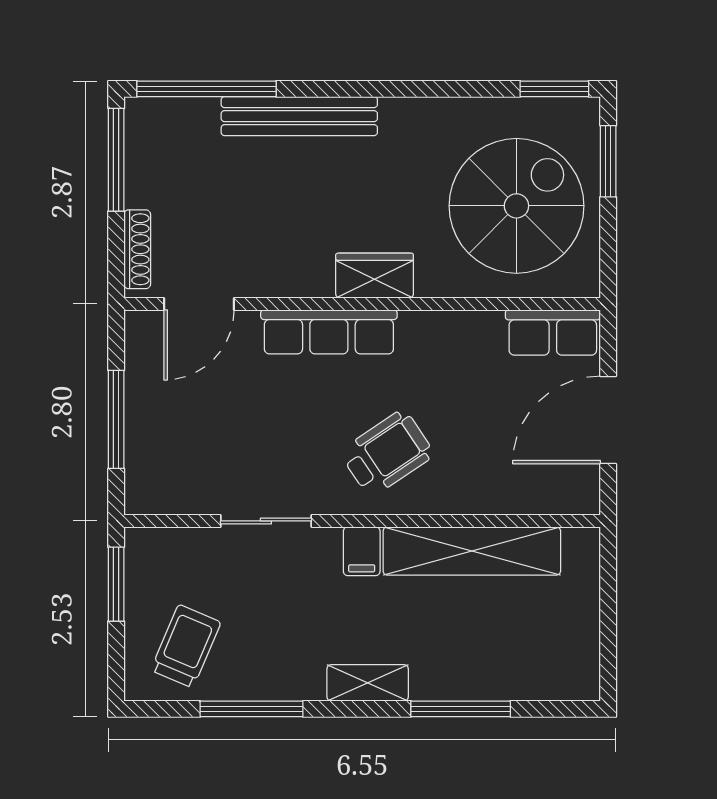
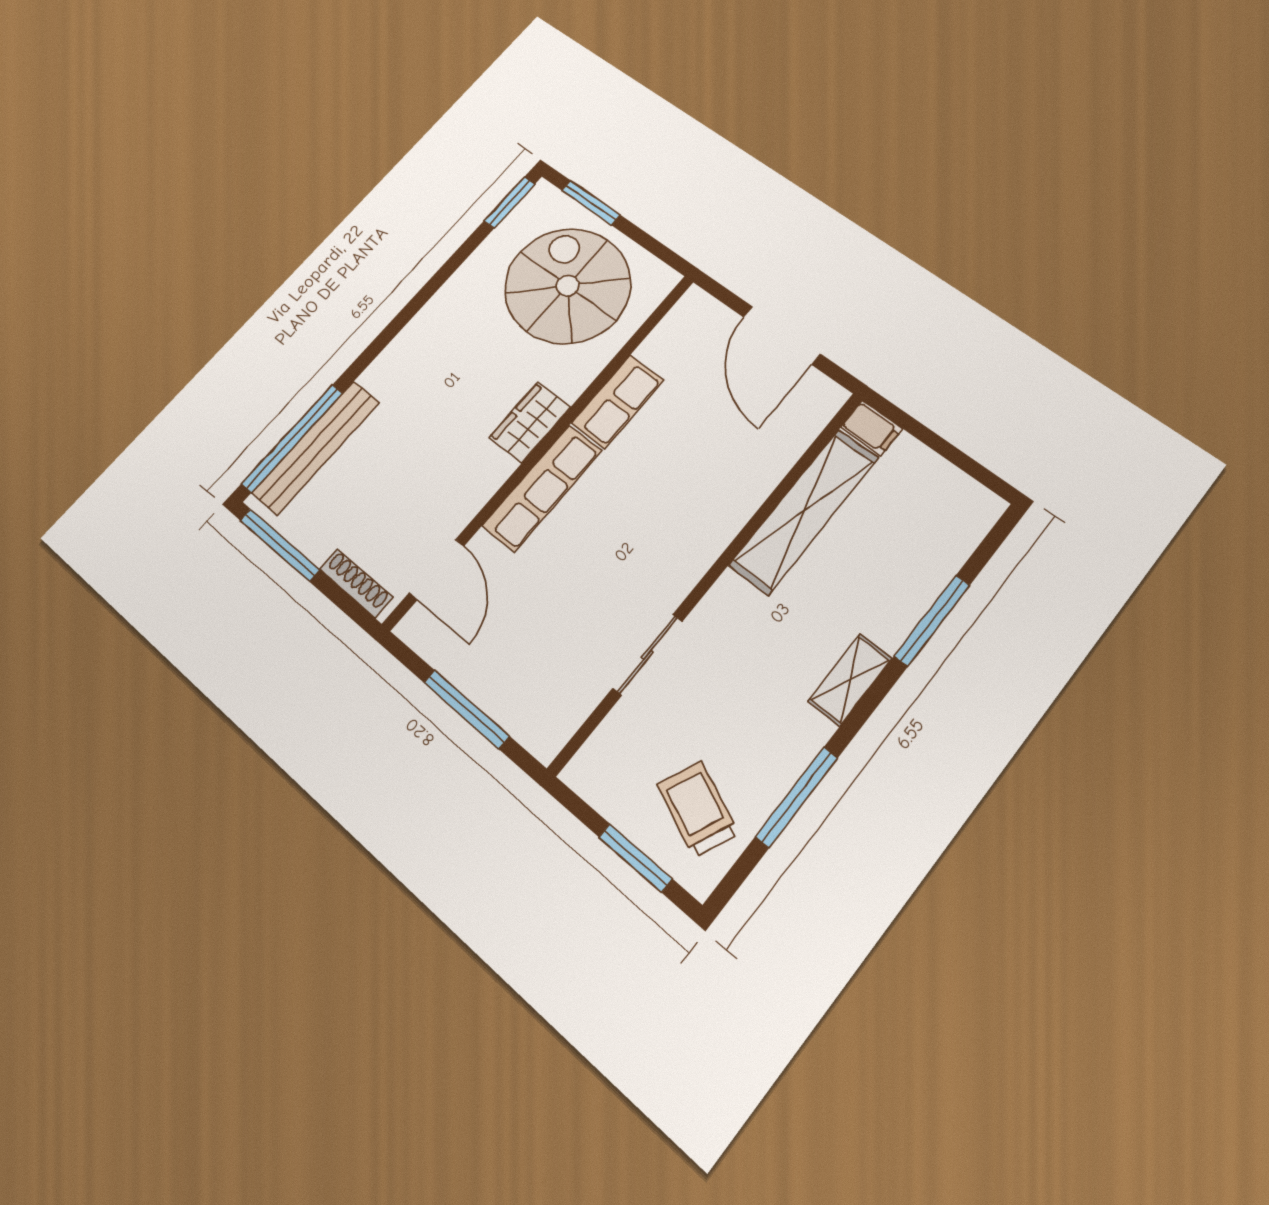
bench: (299, 116) -> (316, 447), moved
row of seats: (553, 333) -> (617, 402), moved
wheelchair: (387, 453) -> (672, 517), removed
filing cabinet: (362, 551) -> (871, 428), moved
window: (116, 584) -> (635, 858), moved

